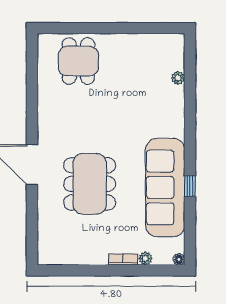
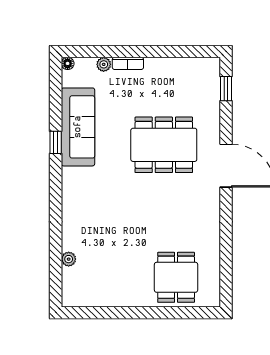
dining table: (90, 184) -> (164, 145), turned 90
sofa: (165, 187) -> (78, 127), width x0.74, depth x0.79
window: (32, 236) -> (226, 89), added

